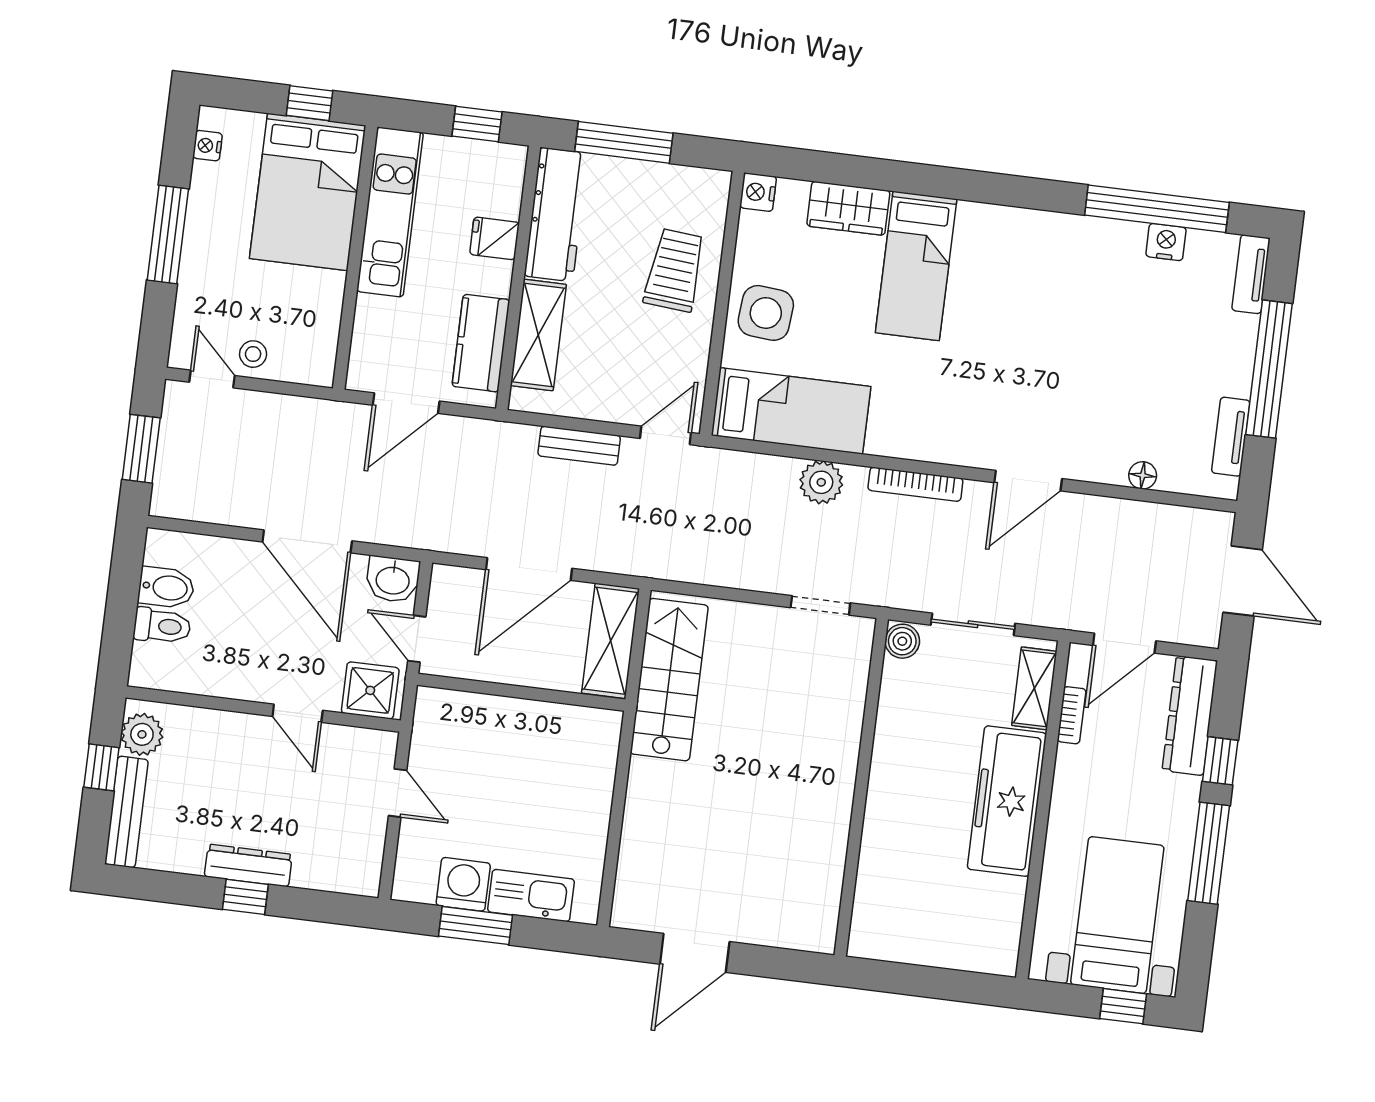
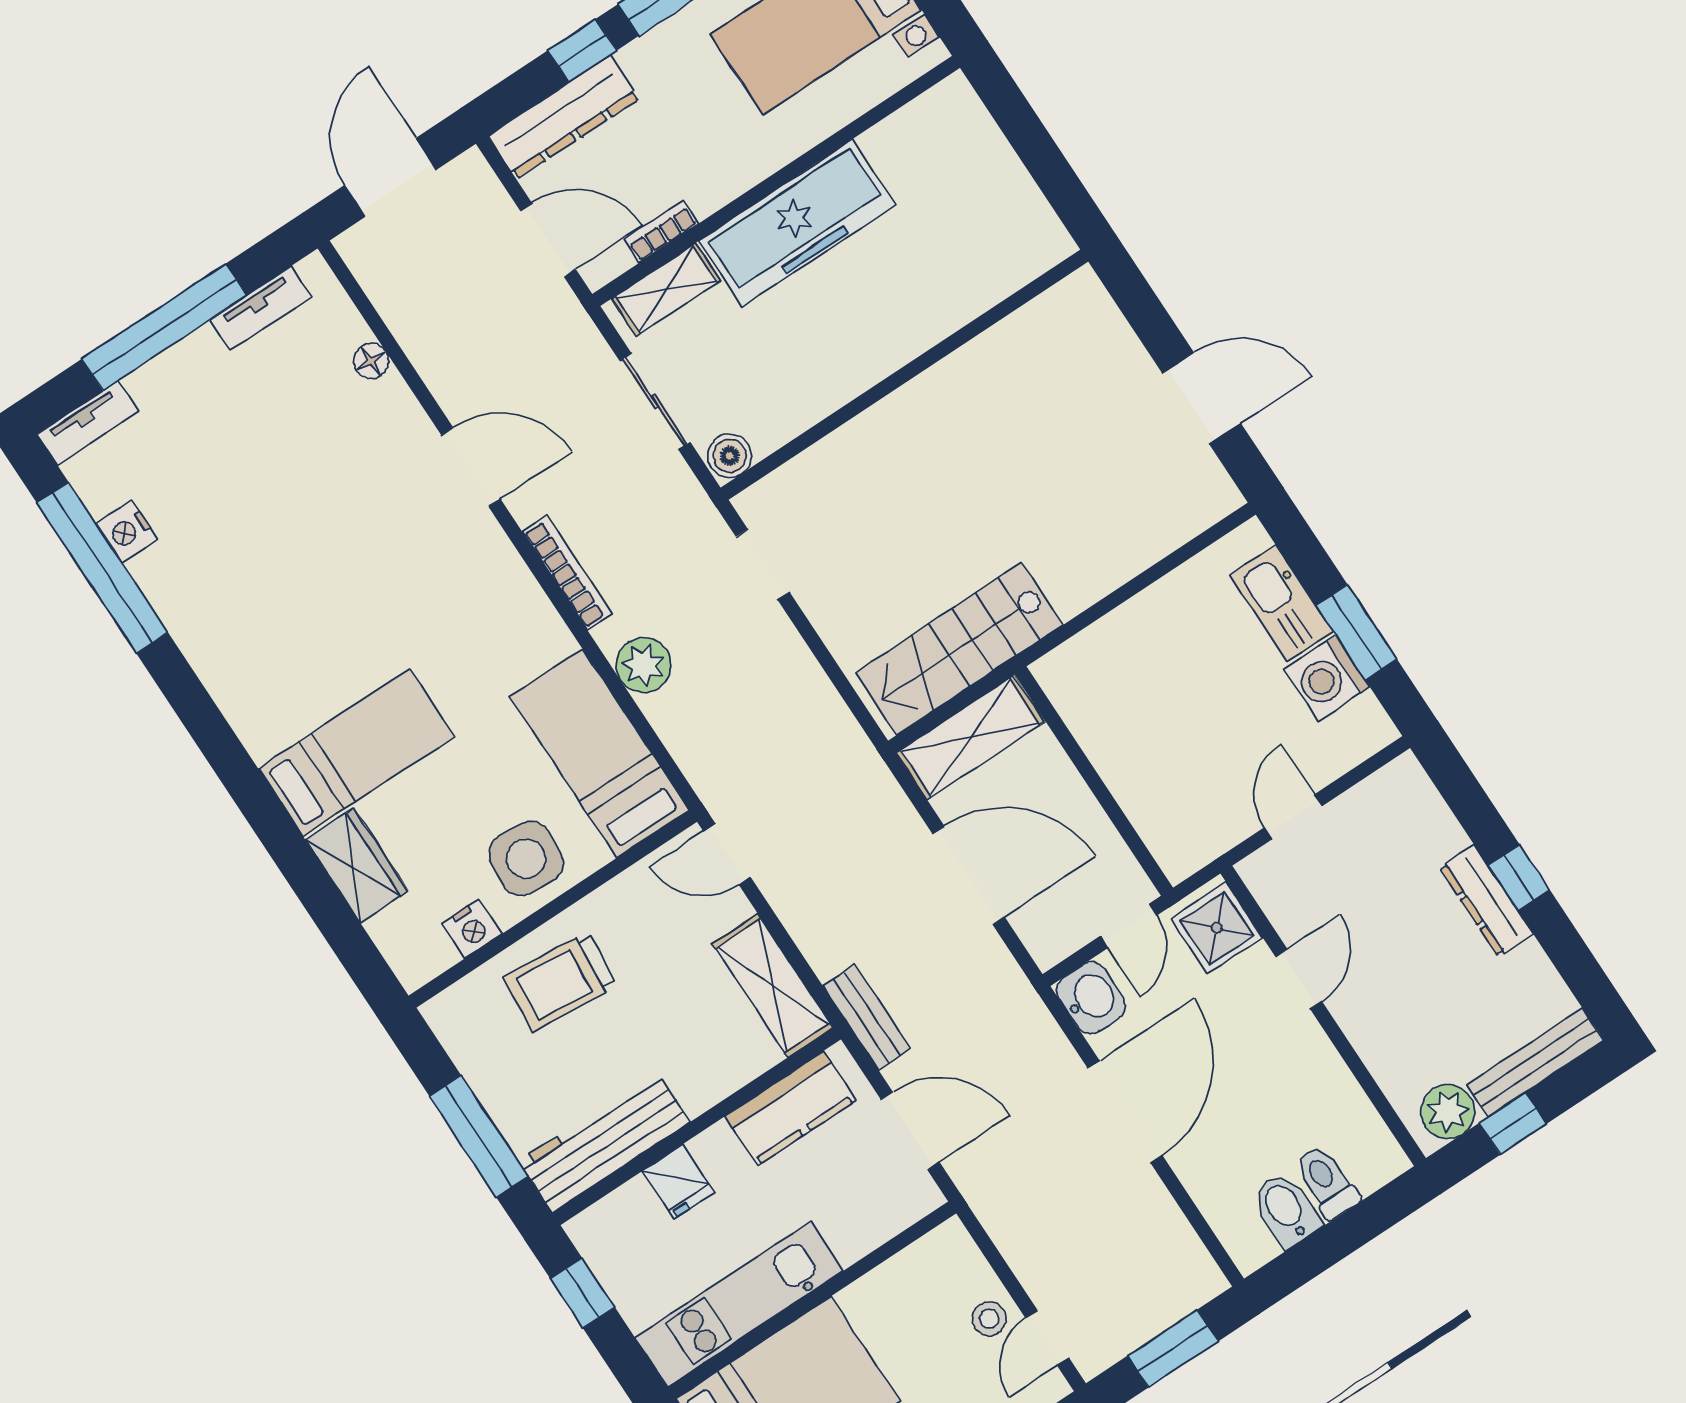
nightstand: (758, 192) -> (472, 929), moved
shelving: (538, 335) -> (773, 986), moved, turned 90
bench: (579, 446) -> (867, 1017), moved

